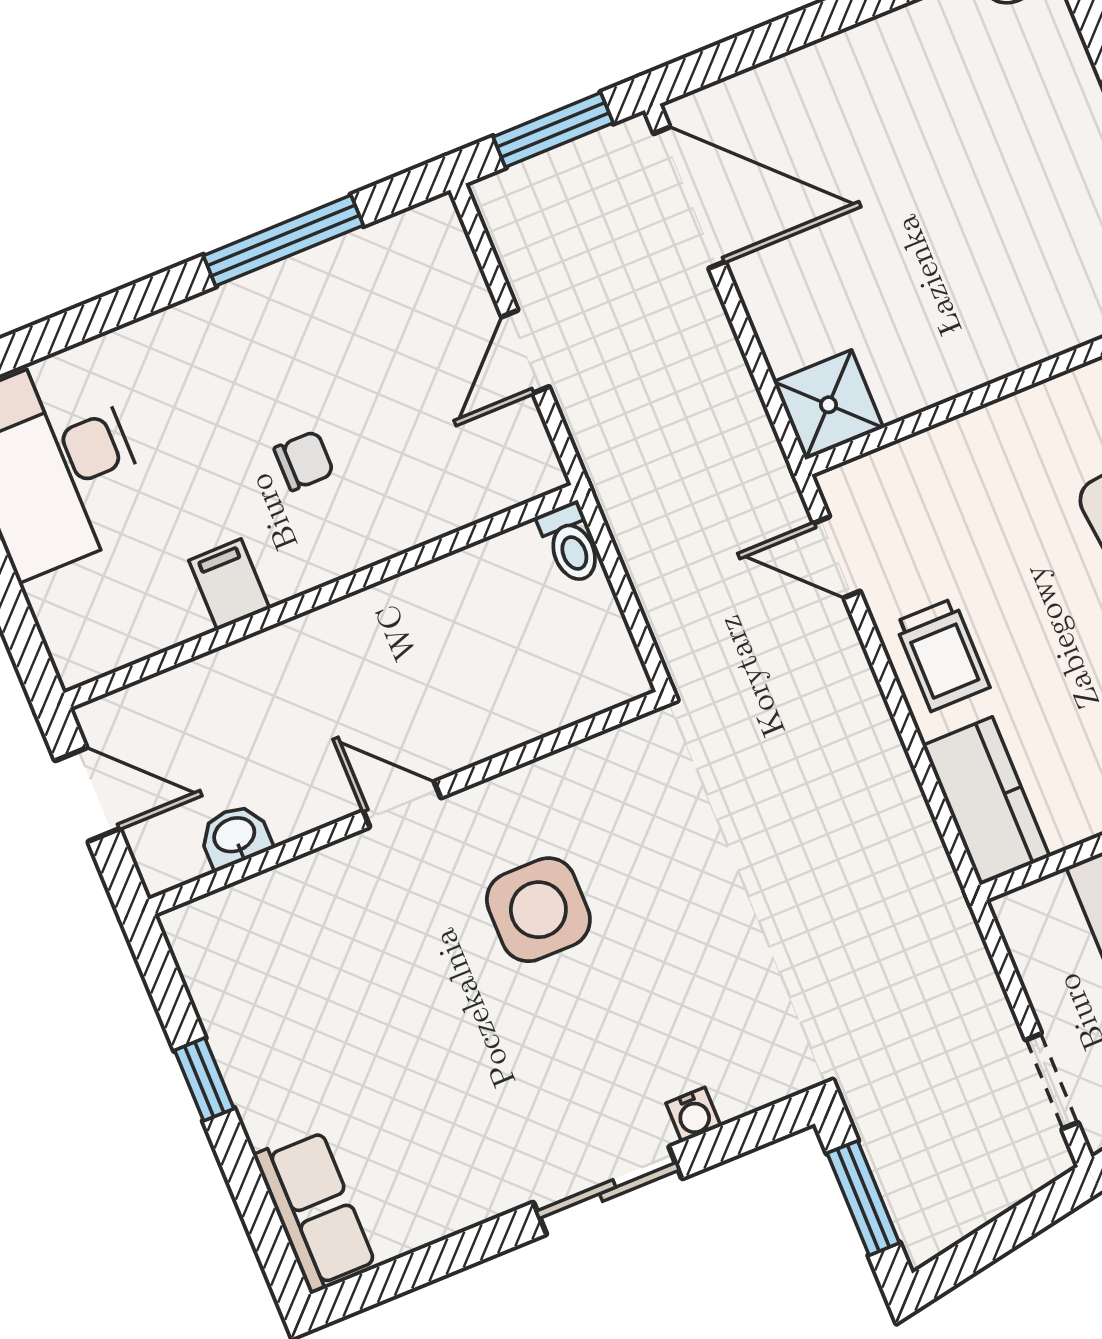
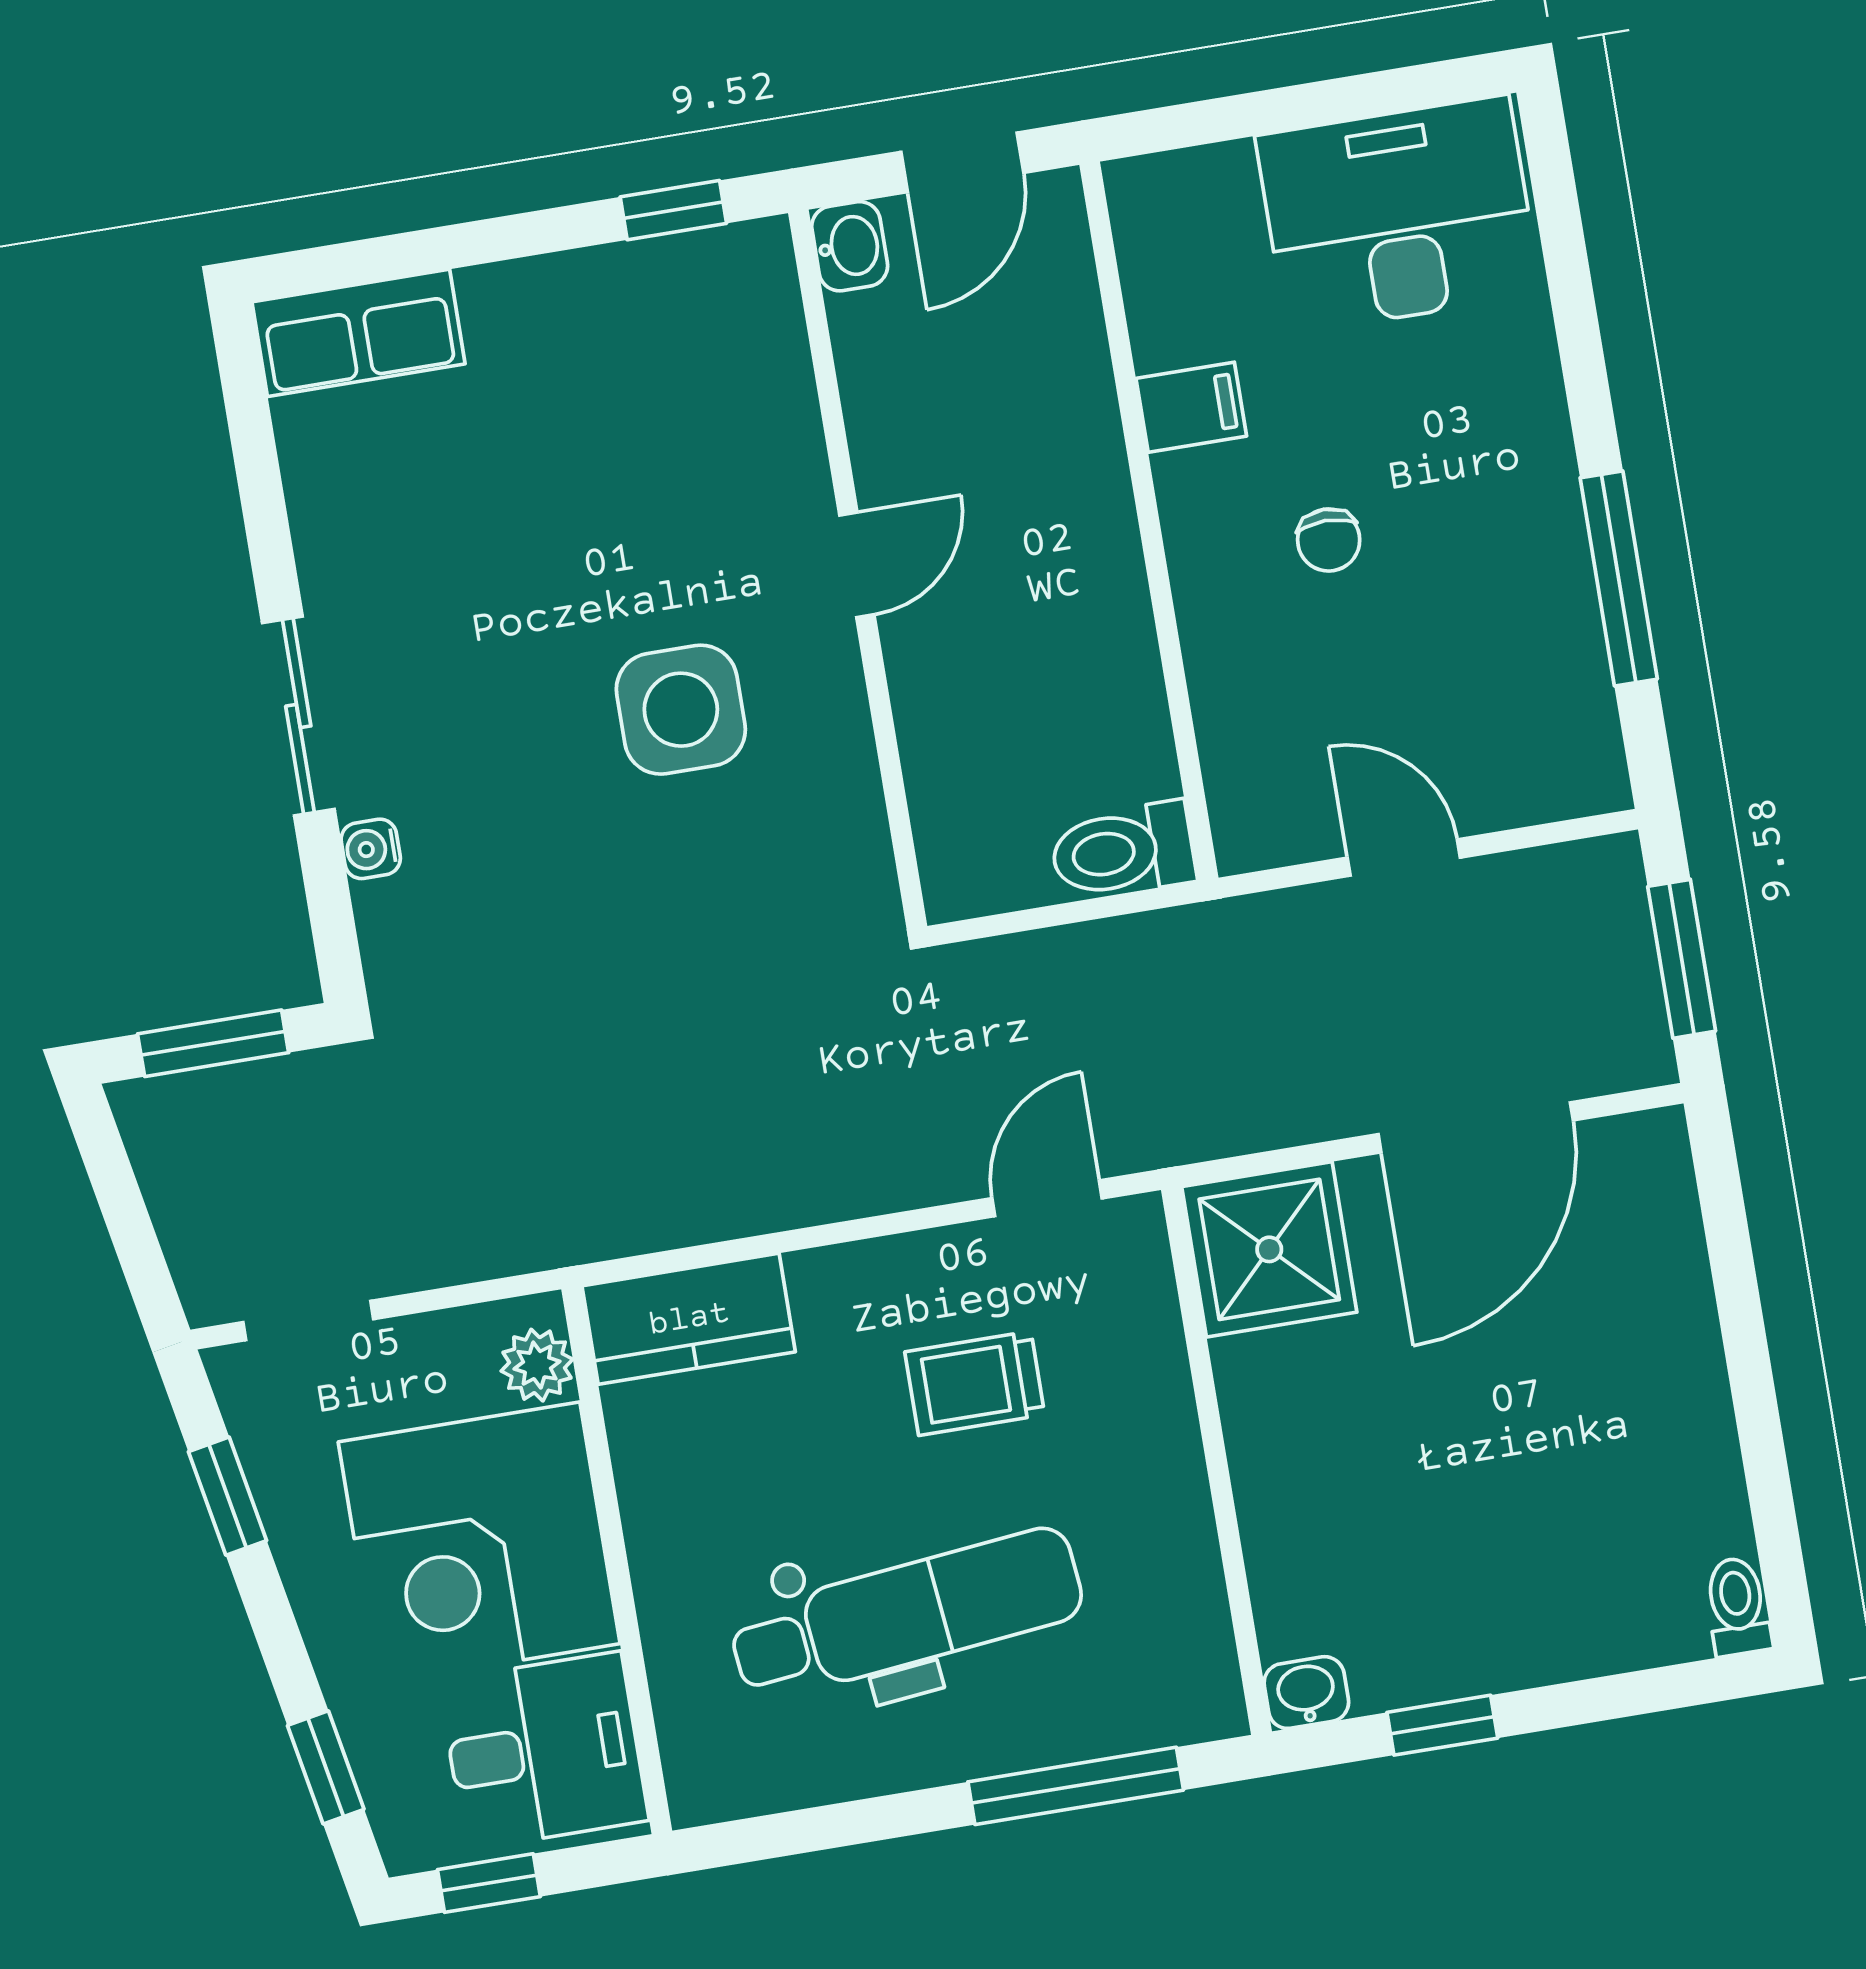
door: (689, 198) -> (1476, 1127), moved
shower: (829, 405) -> (1269, 1249), width x1.36, depth x1.36
toilet: (570, 543) -> (1123, 851), width x1.37, depth x1.39
trolley: (942, 655) -> (975, 1383), moved
washbasin: (235, 836) -> (850, 246), moved
plant: (1046, 905) -> (537, 1365), added
window: (204, 1079) -> (673, 210), moved

